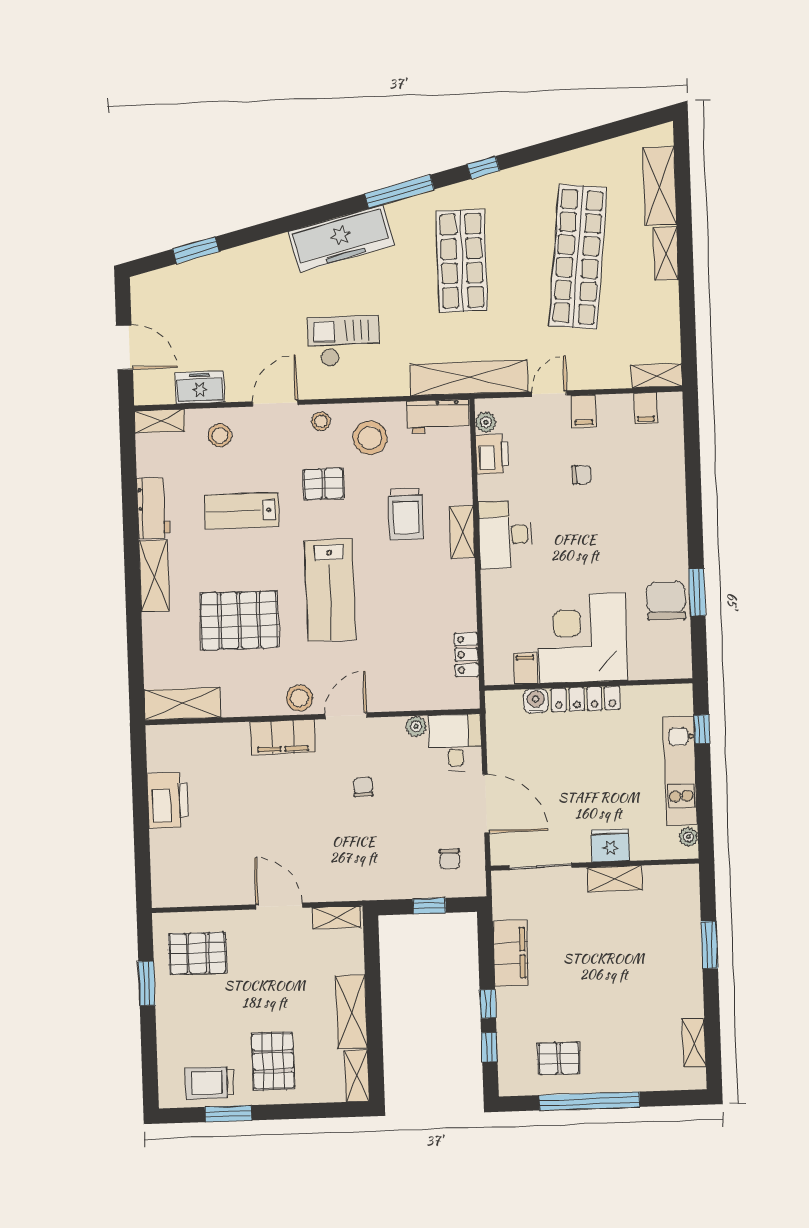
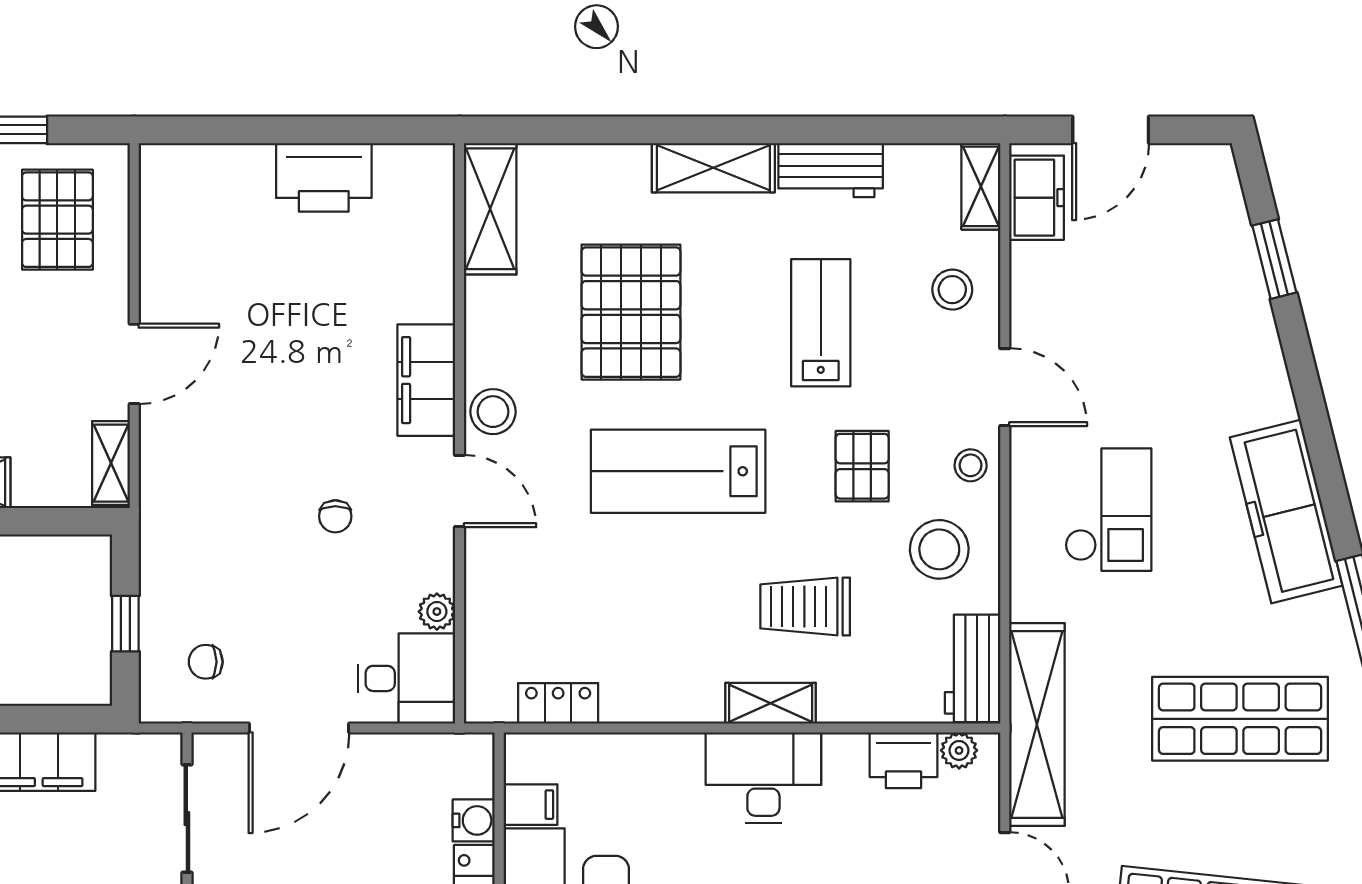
freezer: (200, 387) -> (1037, 198), moved
chair: (363, 787) -> (335, 516), turned 90

